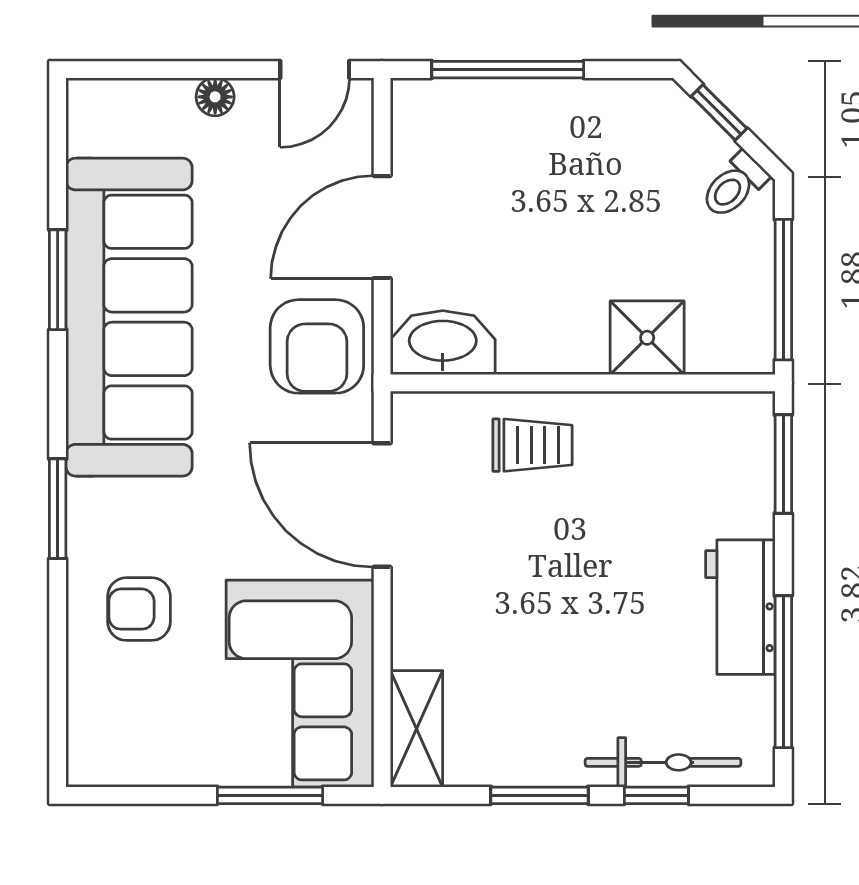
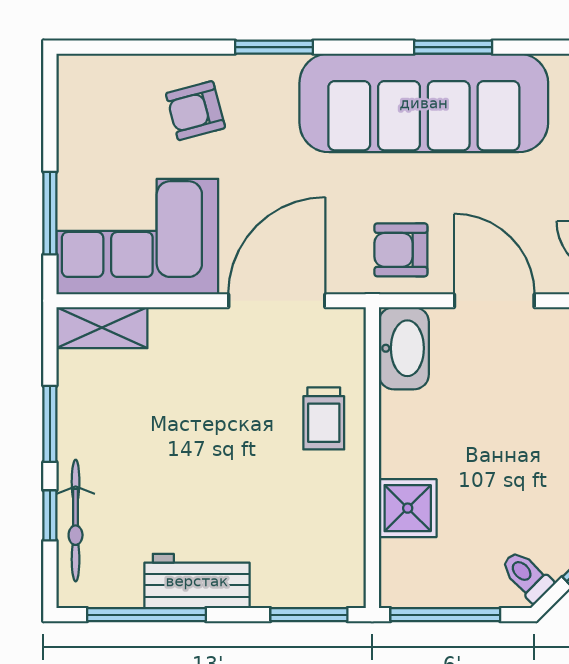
armchair: (317, 346) -> (401, 250), width x0.72, depth x0.72
armchair: (139, 609) -> (195, 111), turned -105

